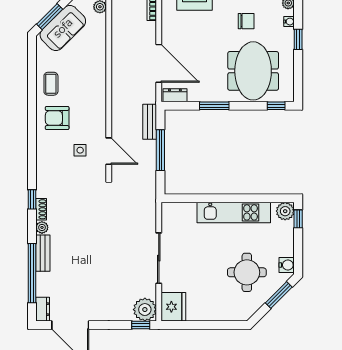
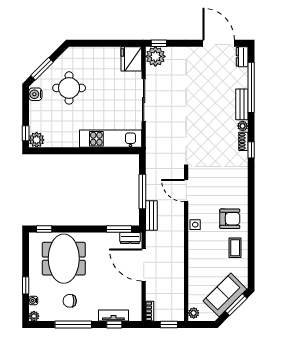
window: (214, 106) -> (119, 229), moved
side table: (80, 150) -> (195, 225), moved
kitchen unit: (234, 212) -> (111, 139), moved

